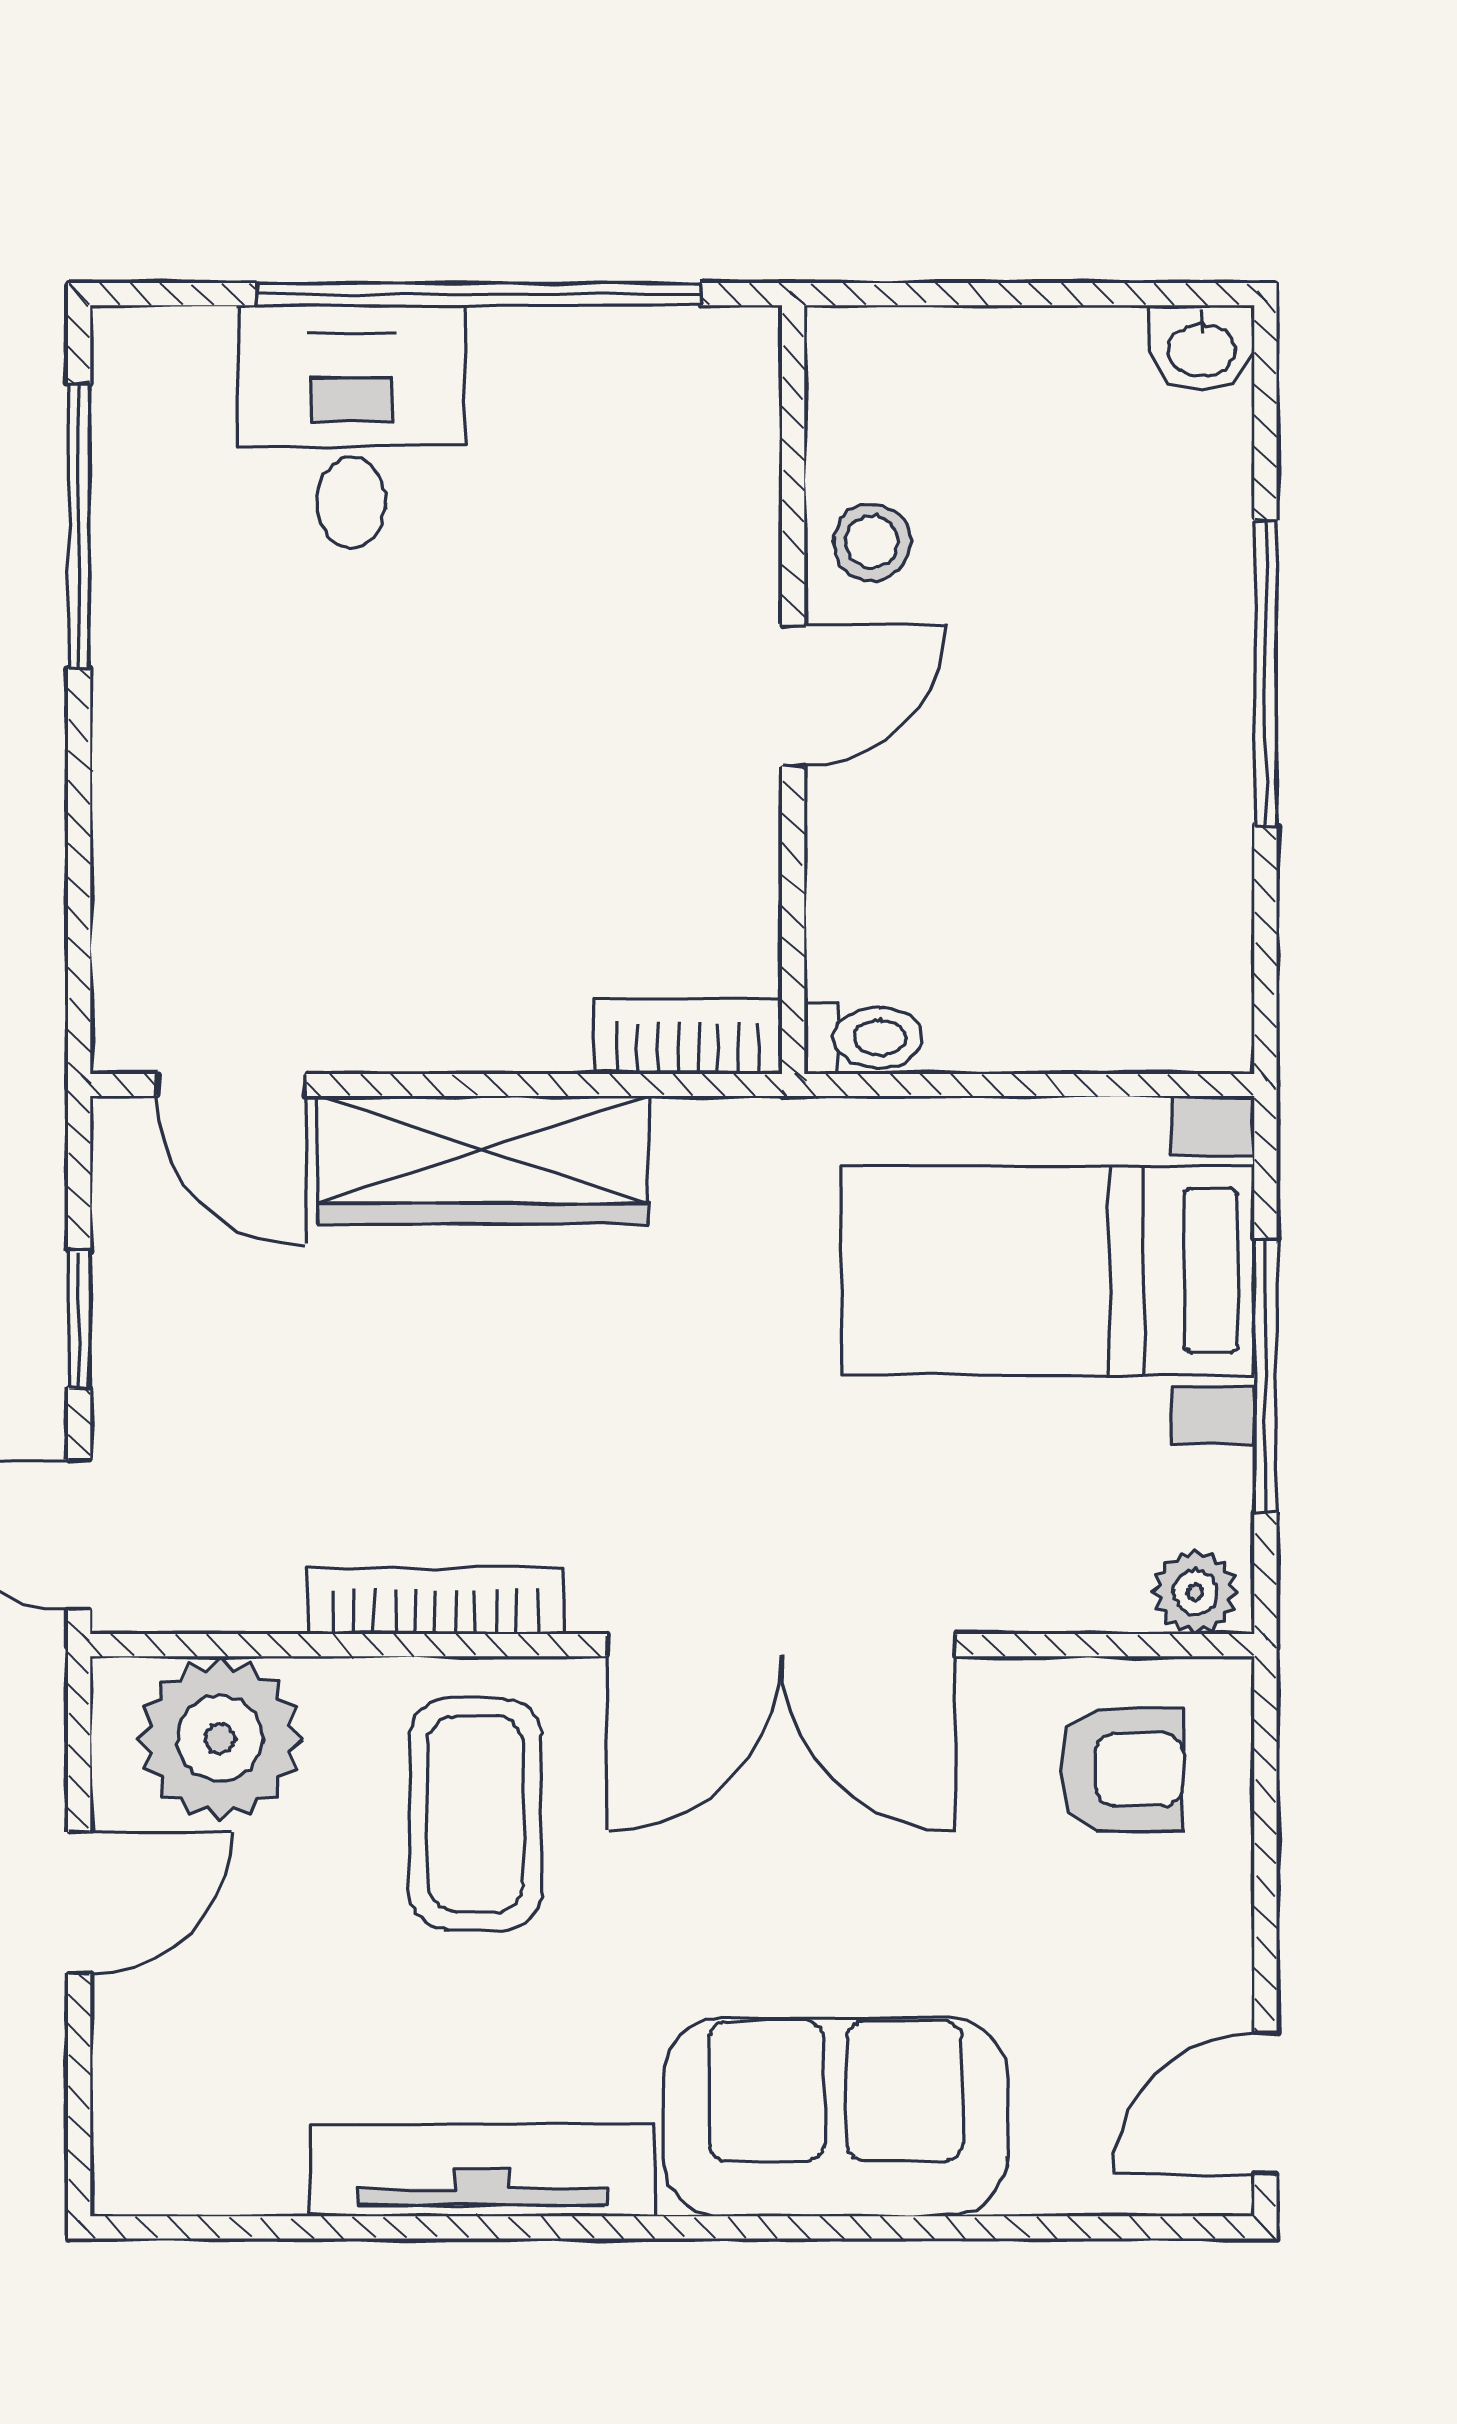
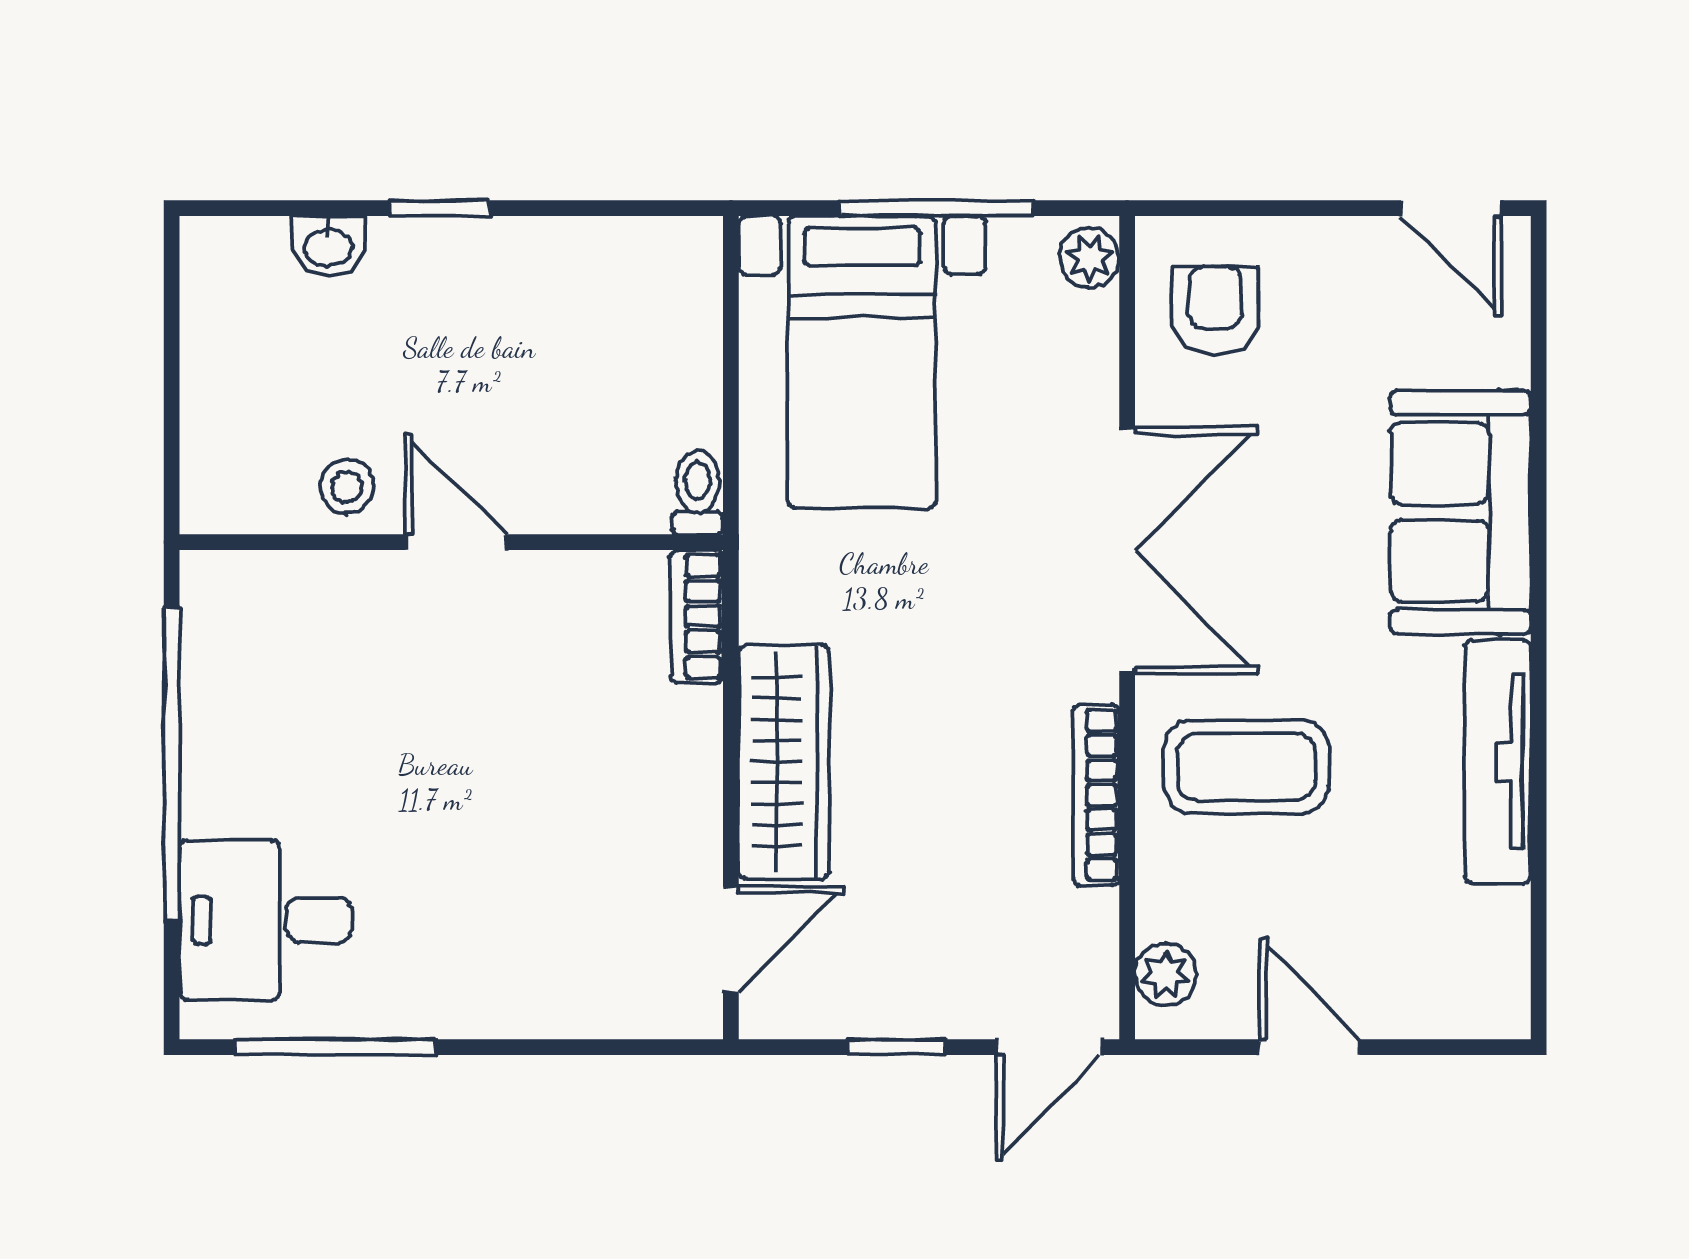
washbasin: (1202, 347) -> (328, 246), moved, turned 90
desk: (351, 427) -> (266, 920), moved
window: (1265, 673) -> (440, 208), width x0.46
plant: (220, 1739) -> (1166, 975), width x0.53, depth x0.53

